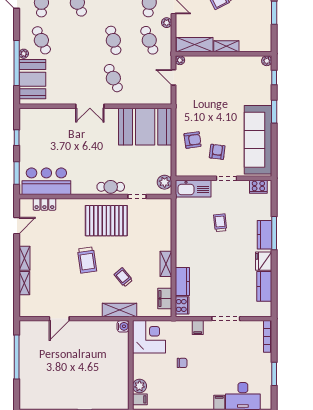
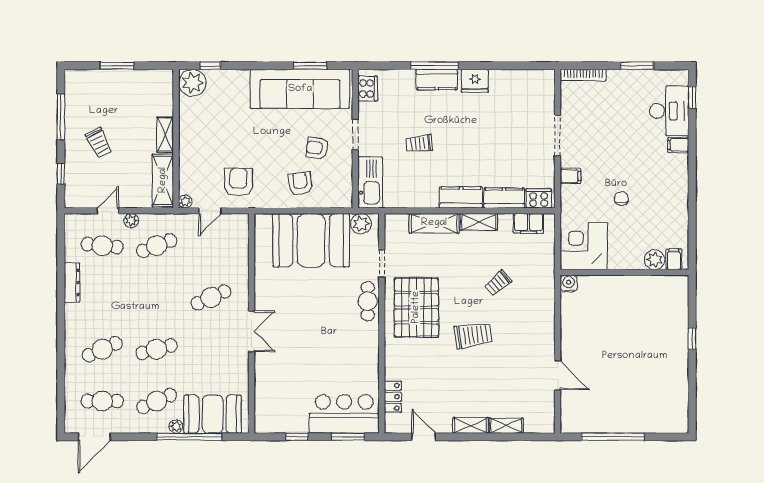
cafe table: (113, 40) -> (157, 349), moved
plant: (267, 61) -> (192, 83), width x1.88, depth x1.88
armchair: (193, 97) -> (238, 182), added
window: (274, 112) -> (310, 66), moved
booth: (145, 127) -> (311, 240), moved, turned 90
bar counter: (46, 181) -> (344, 414), moved, turned 90
kitchen counter: (264, 286) -> (461, 197), moved, turned 180
shelving: (119, 310) -> (434, 223), moved, turned 90

